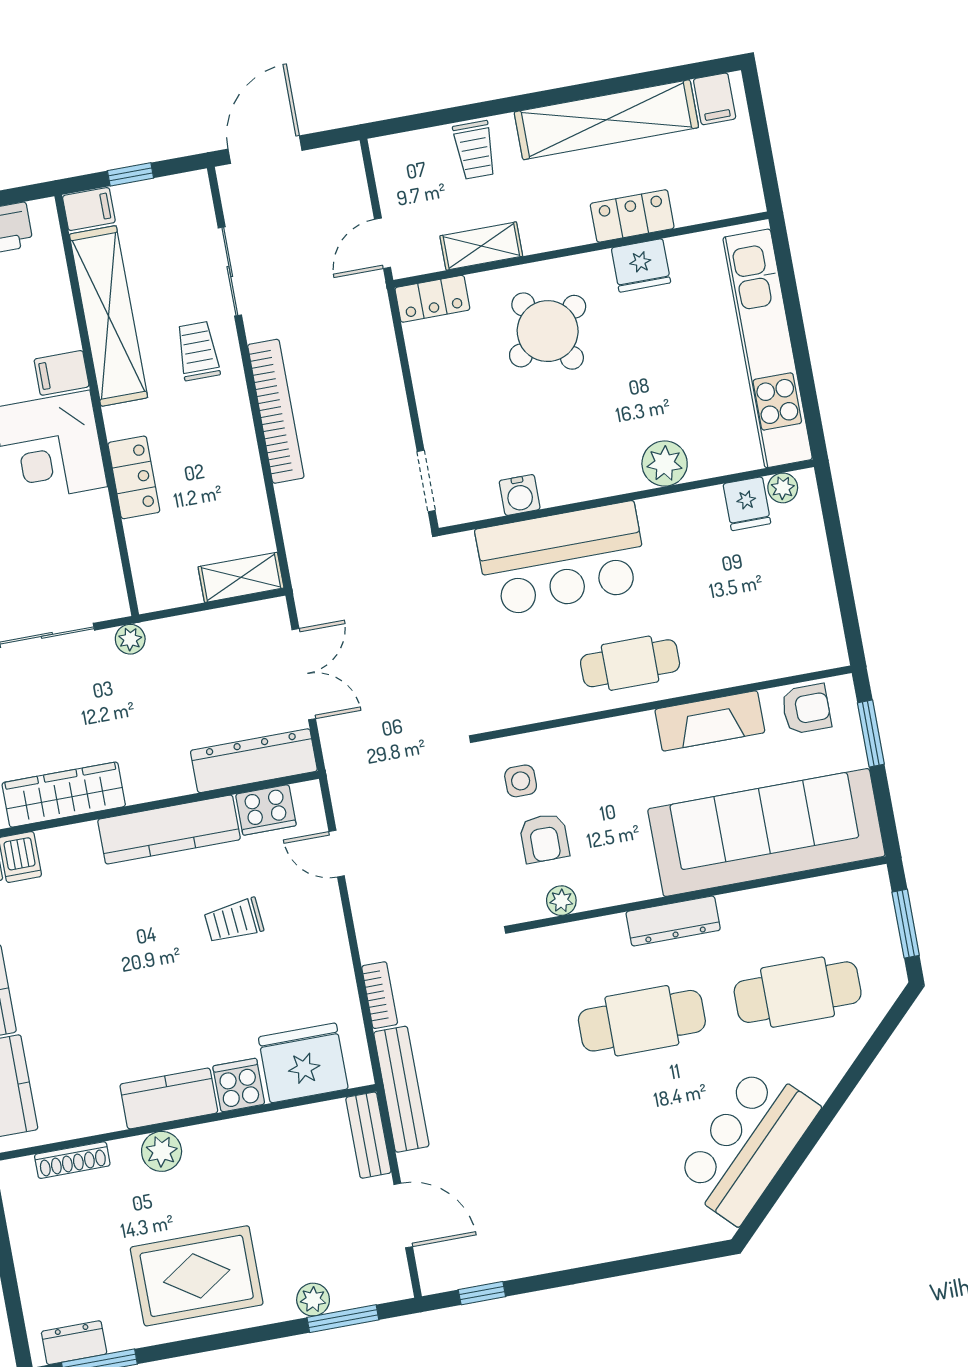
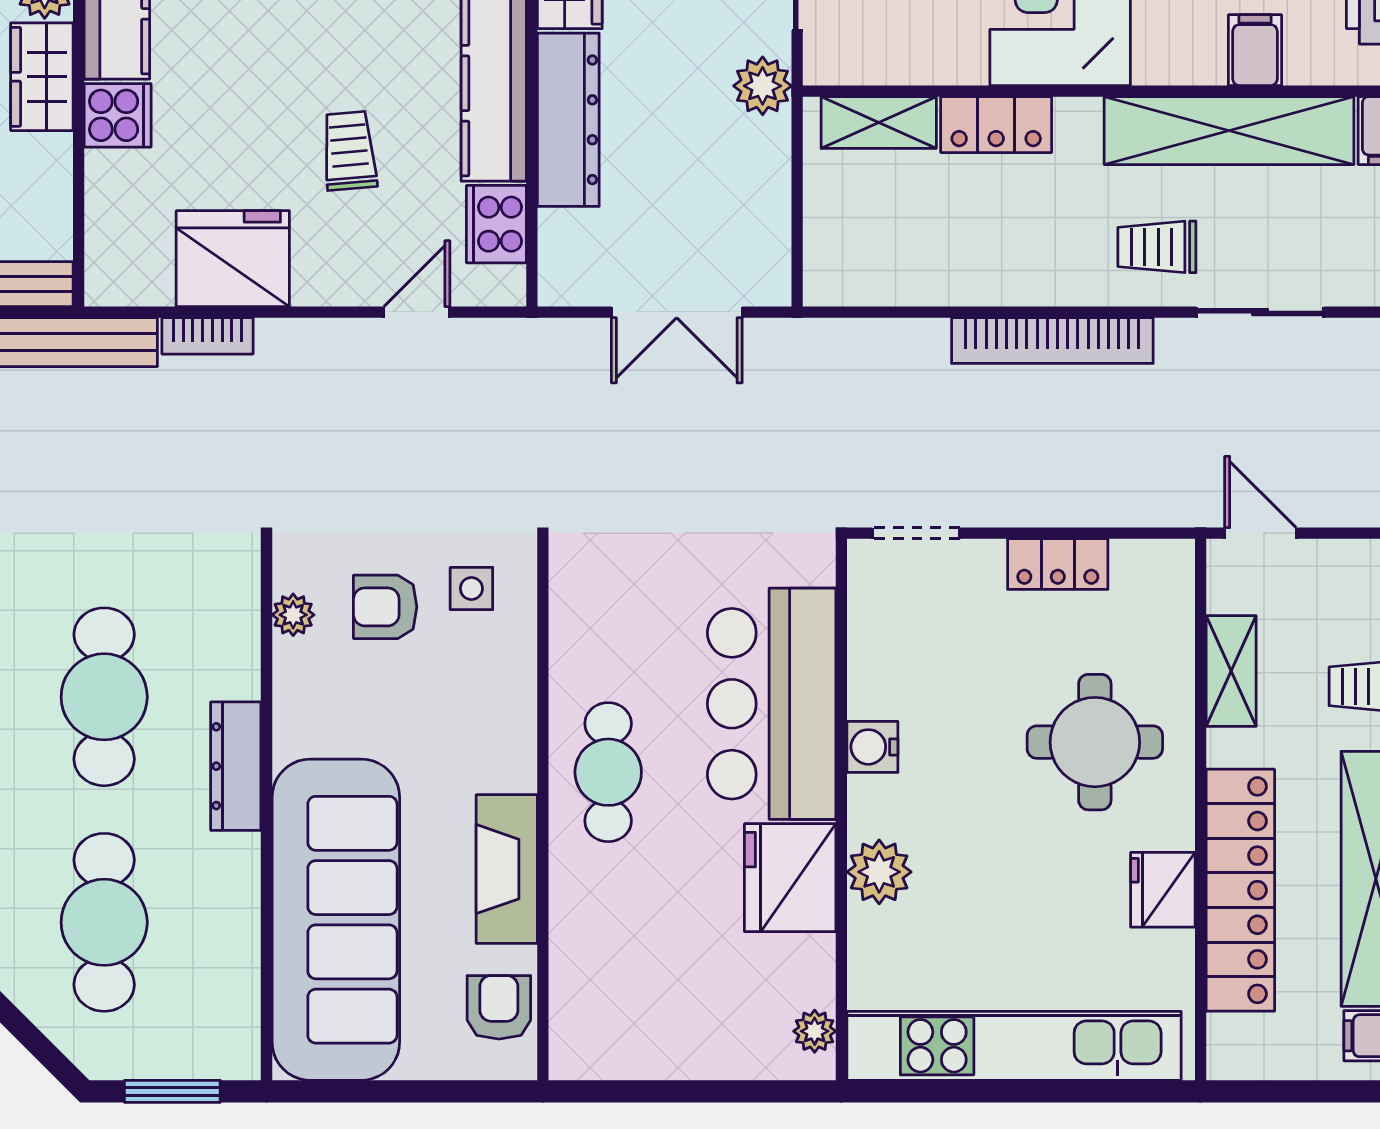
locker: (632, 216) -> (1240, 890), width x2.16, depth x1.21
locker: (432, 299) -> (1058, 564), moved, turned -90
round table: (548, 331) -> (1095, 742), turned 32
trolley: (198, 351) -> (1157, 247), turned 180
filing cabinet: (62, 373) -> (1255, 50), moved
water cooler: (520, 495) -> (872, 747), moved
fridge: (747, 504) -> (790, 878), moved, width x1.88, depth x1.34
shelving: (241, 577) -> (879, 122), moved, turned 90
plant: (130, 639) -> (763, 86), width x1.38, depth x1.38
armchair: (806, 709) -> (499, 1007), turned 180
window: (871, 734) -> (448, 1091), removed
dresser: (254, 761) -> (568, 120), moved
fridge: (303, 1063) -> (233, 259), moved, turned -90
wardrobe: (222, 1142) -> (42, 77), added

